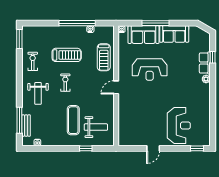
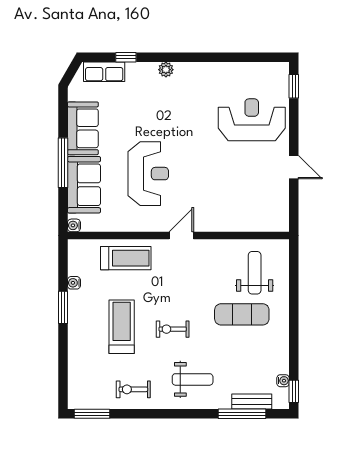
window: (77, 23) -> (63, 307), width x0.47
row of seats: (205, 63) -> (104, 72), moved
door: (116, 87) -> (181, 236), swing flipped
window: (86, 148) -> (294, 391), moved

